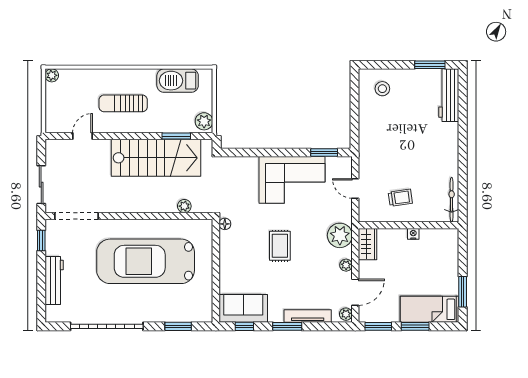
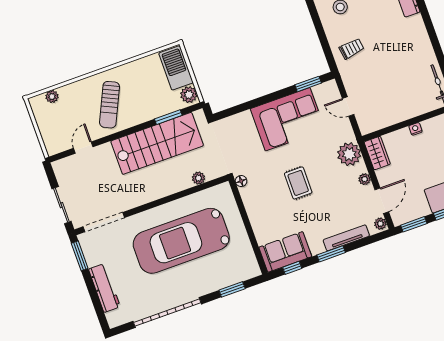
plant: (52, 75) -> (52, 97), moved
barbecue: (178, 81) -> (176, 68), moved, turned 90
sun lounger: (123, 103) -> (110, 105), turned -65
trolley: (400, 198) -> (352, 49), moved
window: (41, 241) -> (80, 256), width x1.50

